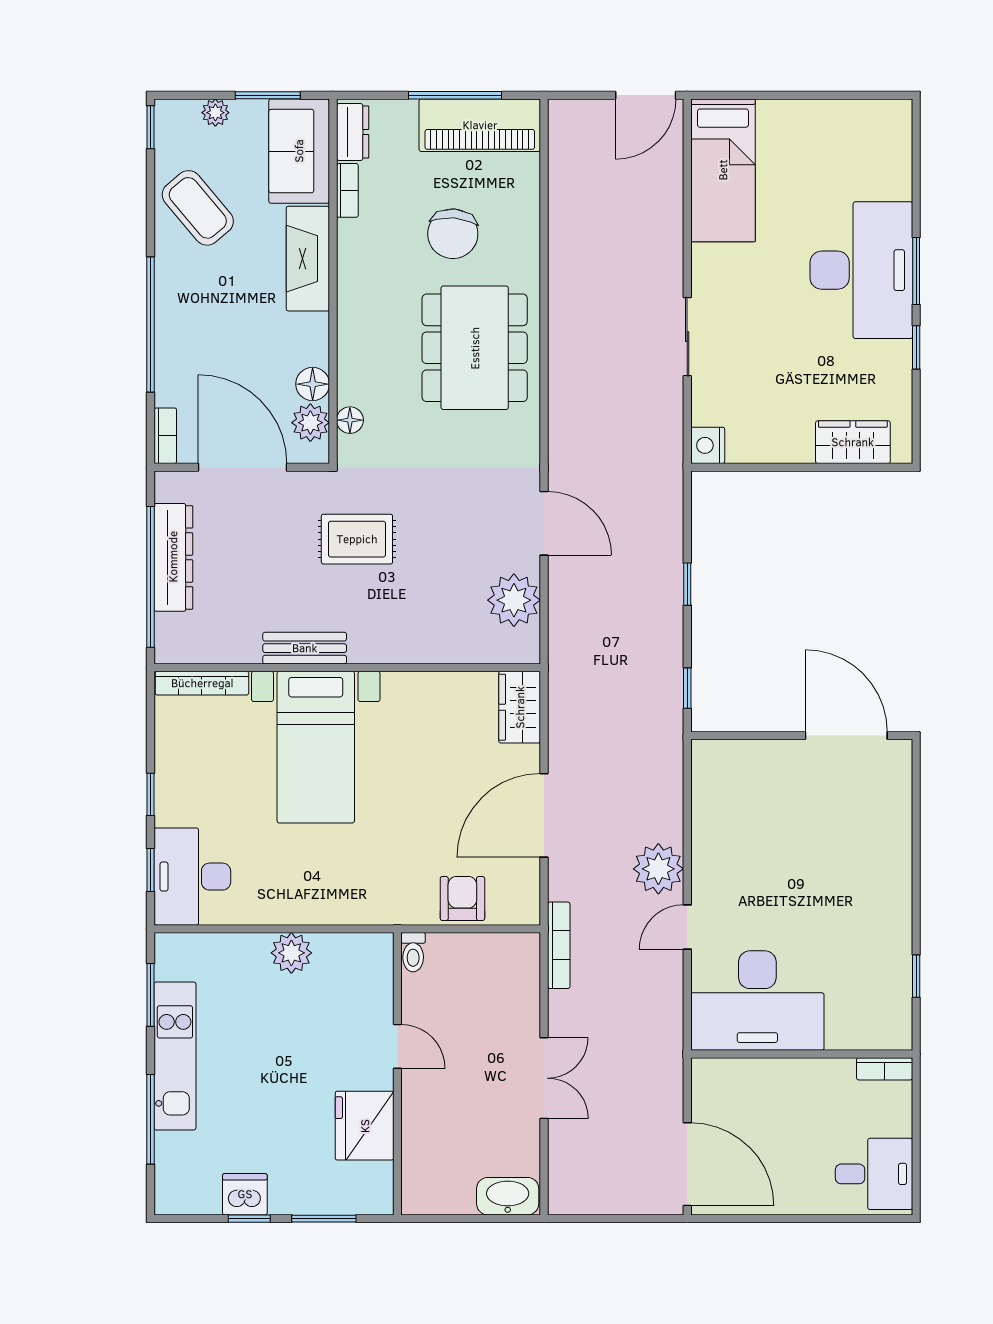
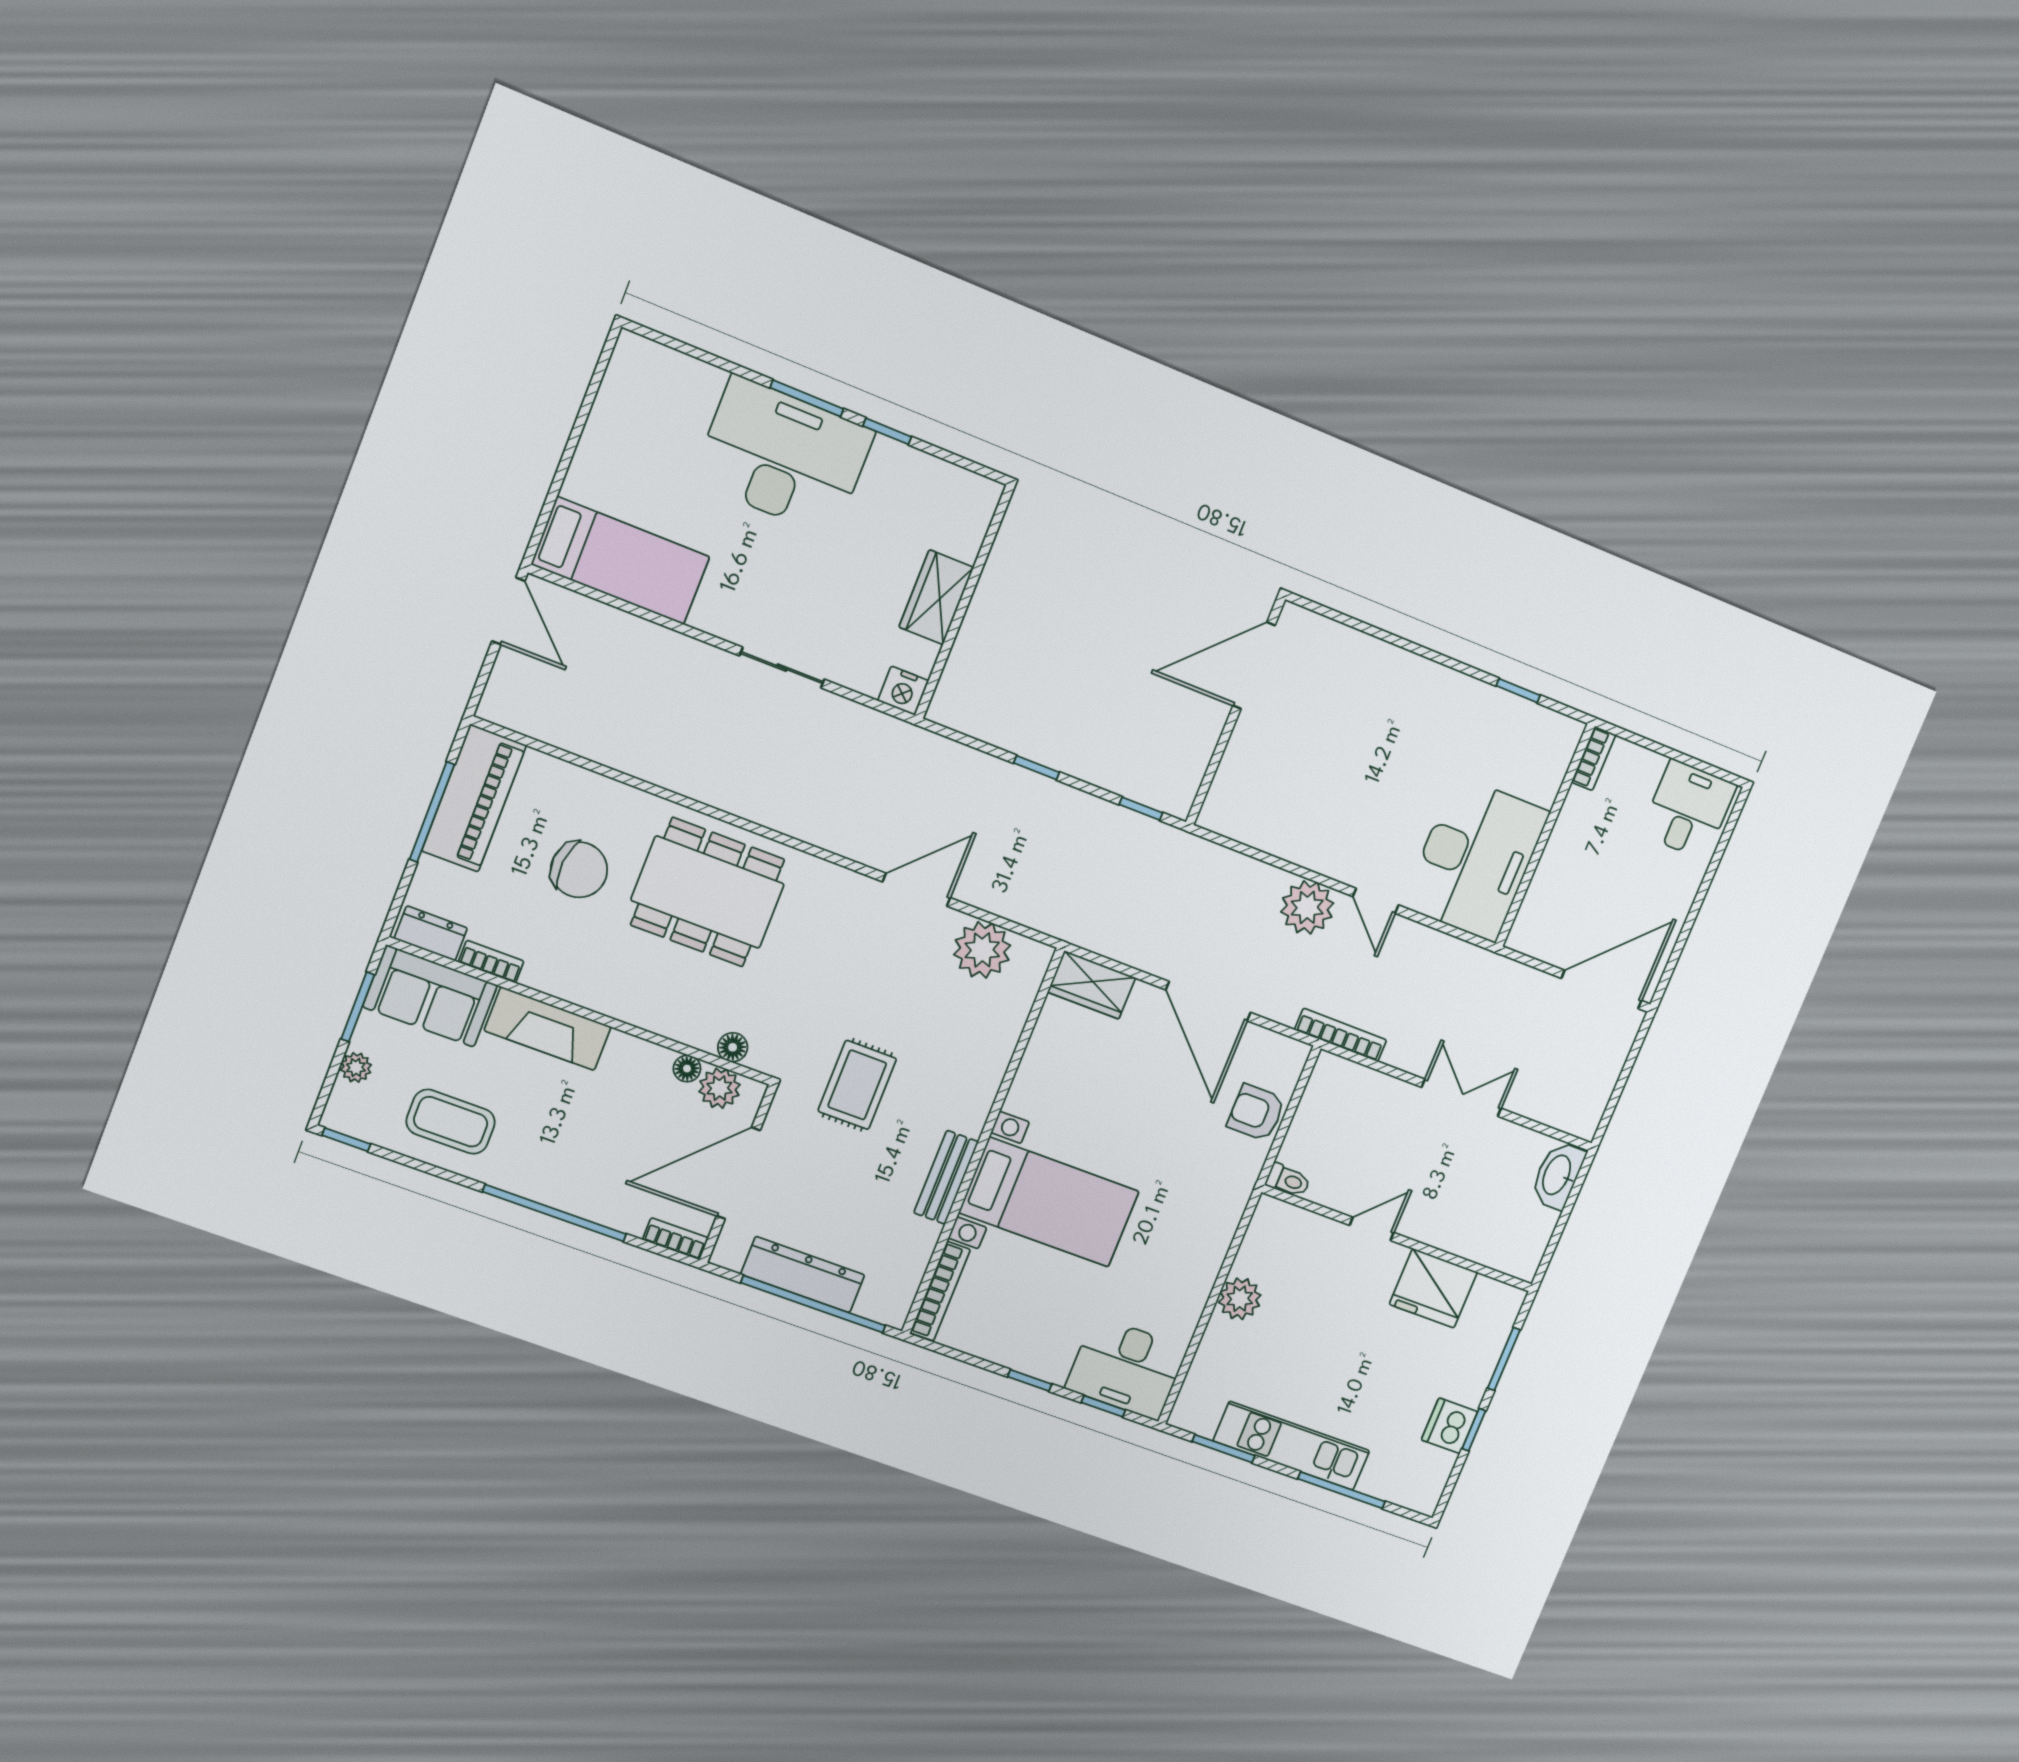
coffee table: (198, 208) -> (451, 1122), turned 40
floor lamp: (313, 384) -> (687, 1069), width x0.73, depth x0.73
wardrobe: (853, 442) -> (936, 597), moved

